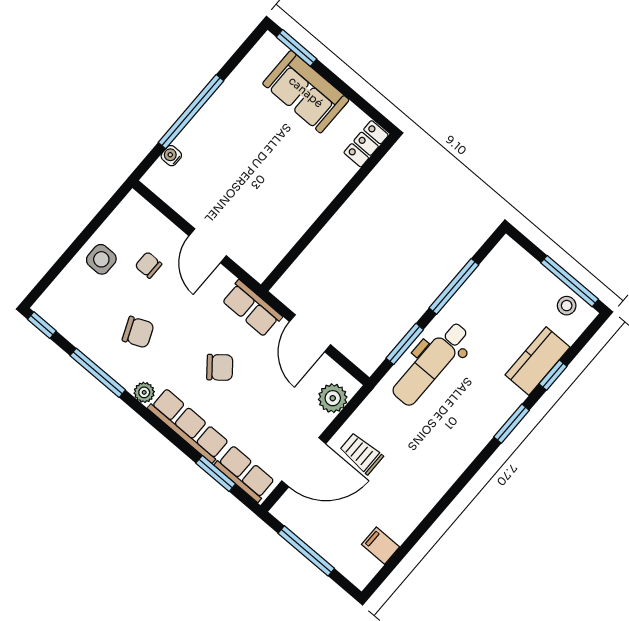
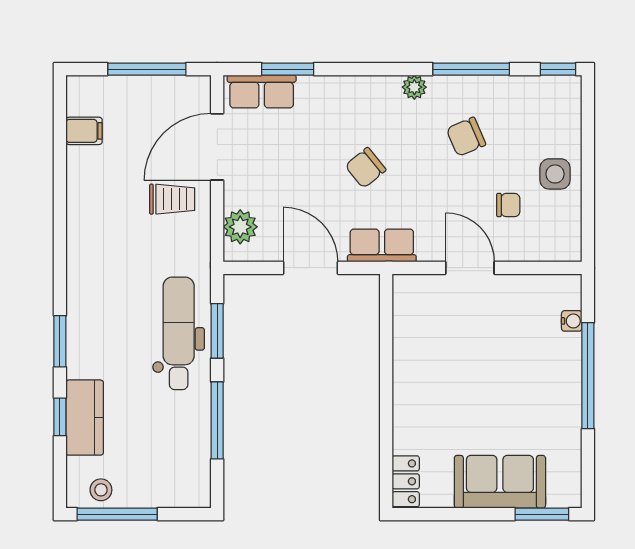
row of seats: (188, 425) -> (349, 91), removed

